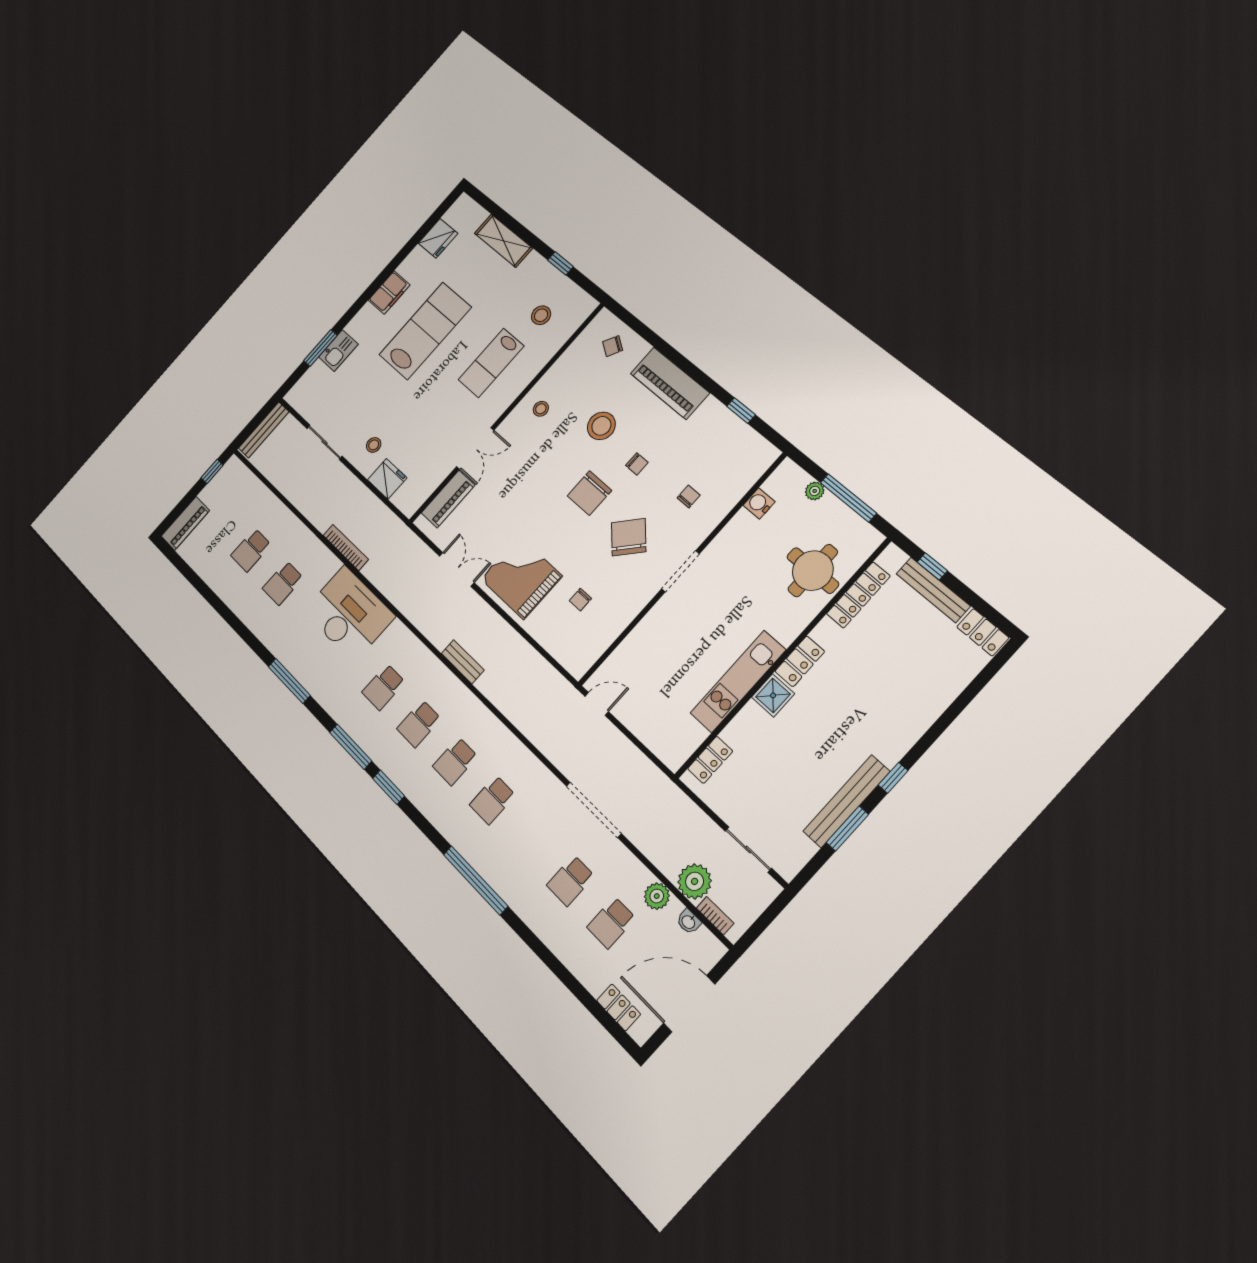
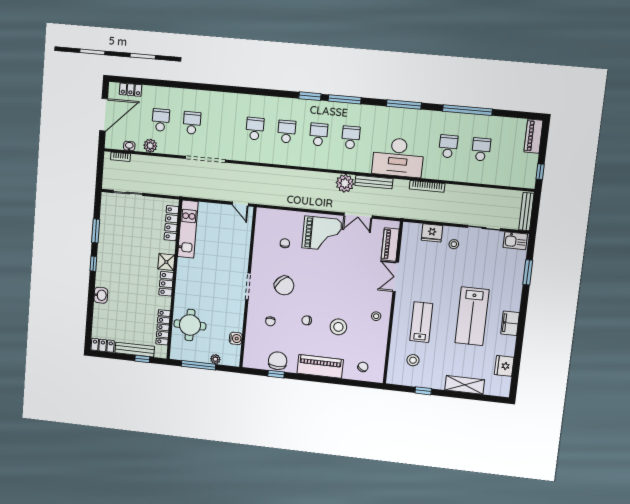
kitchen sink: (338, 351) -> (515, 241), moved, turned -90
chair: (589, 493) -> (278, 361), moved
bench: (463, 662) -> (374, 182), moved, width x1.36
kitchen unit: (738, 681) -> (188, 229), moved
door: (597, 704) -> (240, 204), hinge flipped
washbasin: (921, 717) -> (101, 295), added
locker: (710, 760) -> (171, 223), width x1.53
bench: (846, 801) -> (104, 241), removed
window: (475, 880) -> (467, 110), moved
plant: (695, 881) -> (345, 183), moved

